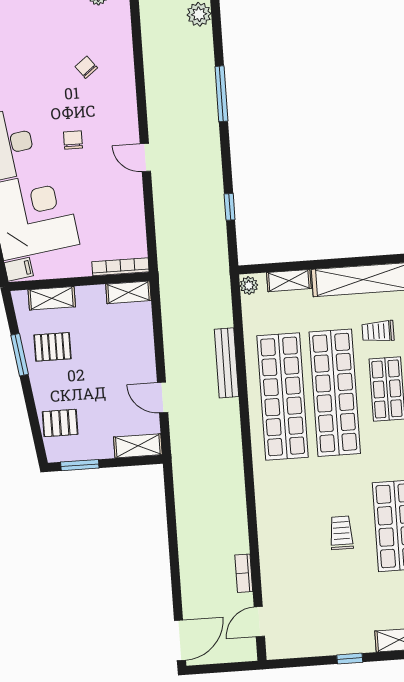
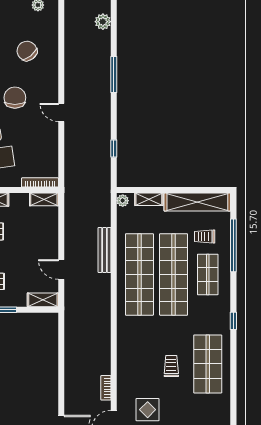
chair: (86, 67) -> (27, 51), width x1.87, depth x1.87
chair: (73, 140) -> (15, 98), width x1.87, depth x1.87
display table: (310, 602) -> (148, 410), added

